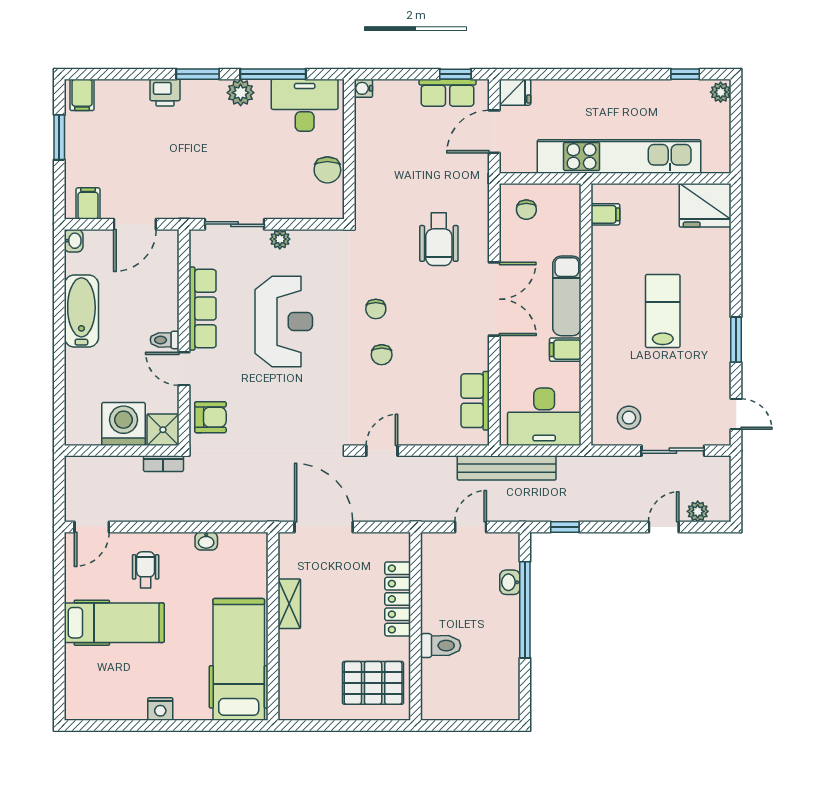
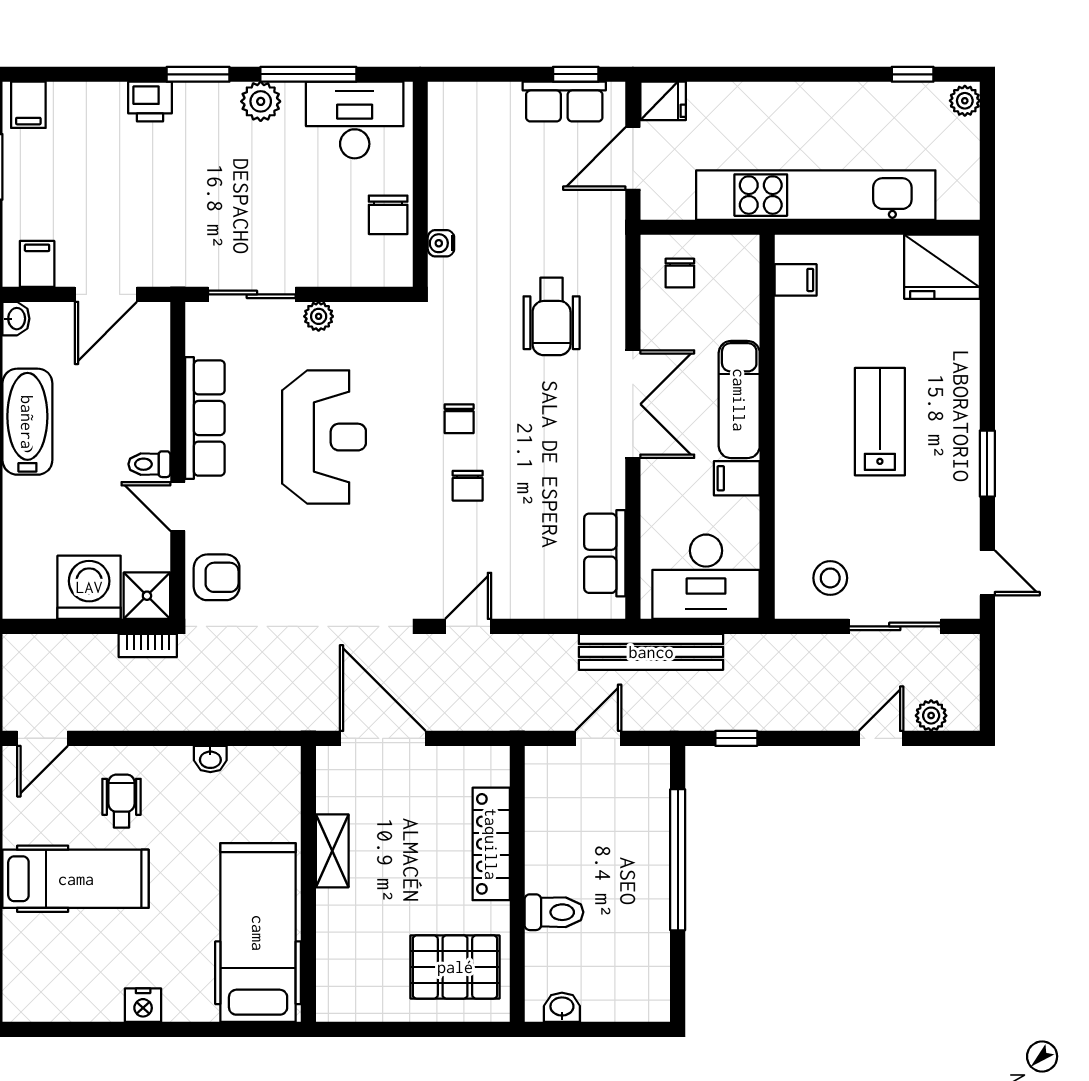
water cooler: (363, 88) -> (441, 243), moved
washbasin: (510, 582) -> (562, 1007), moved, turned 90

